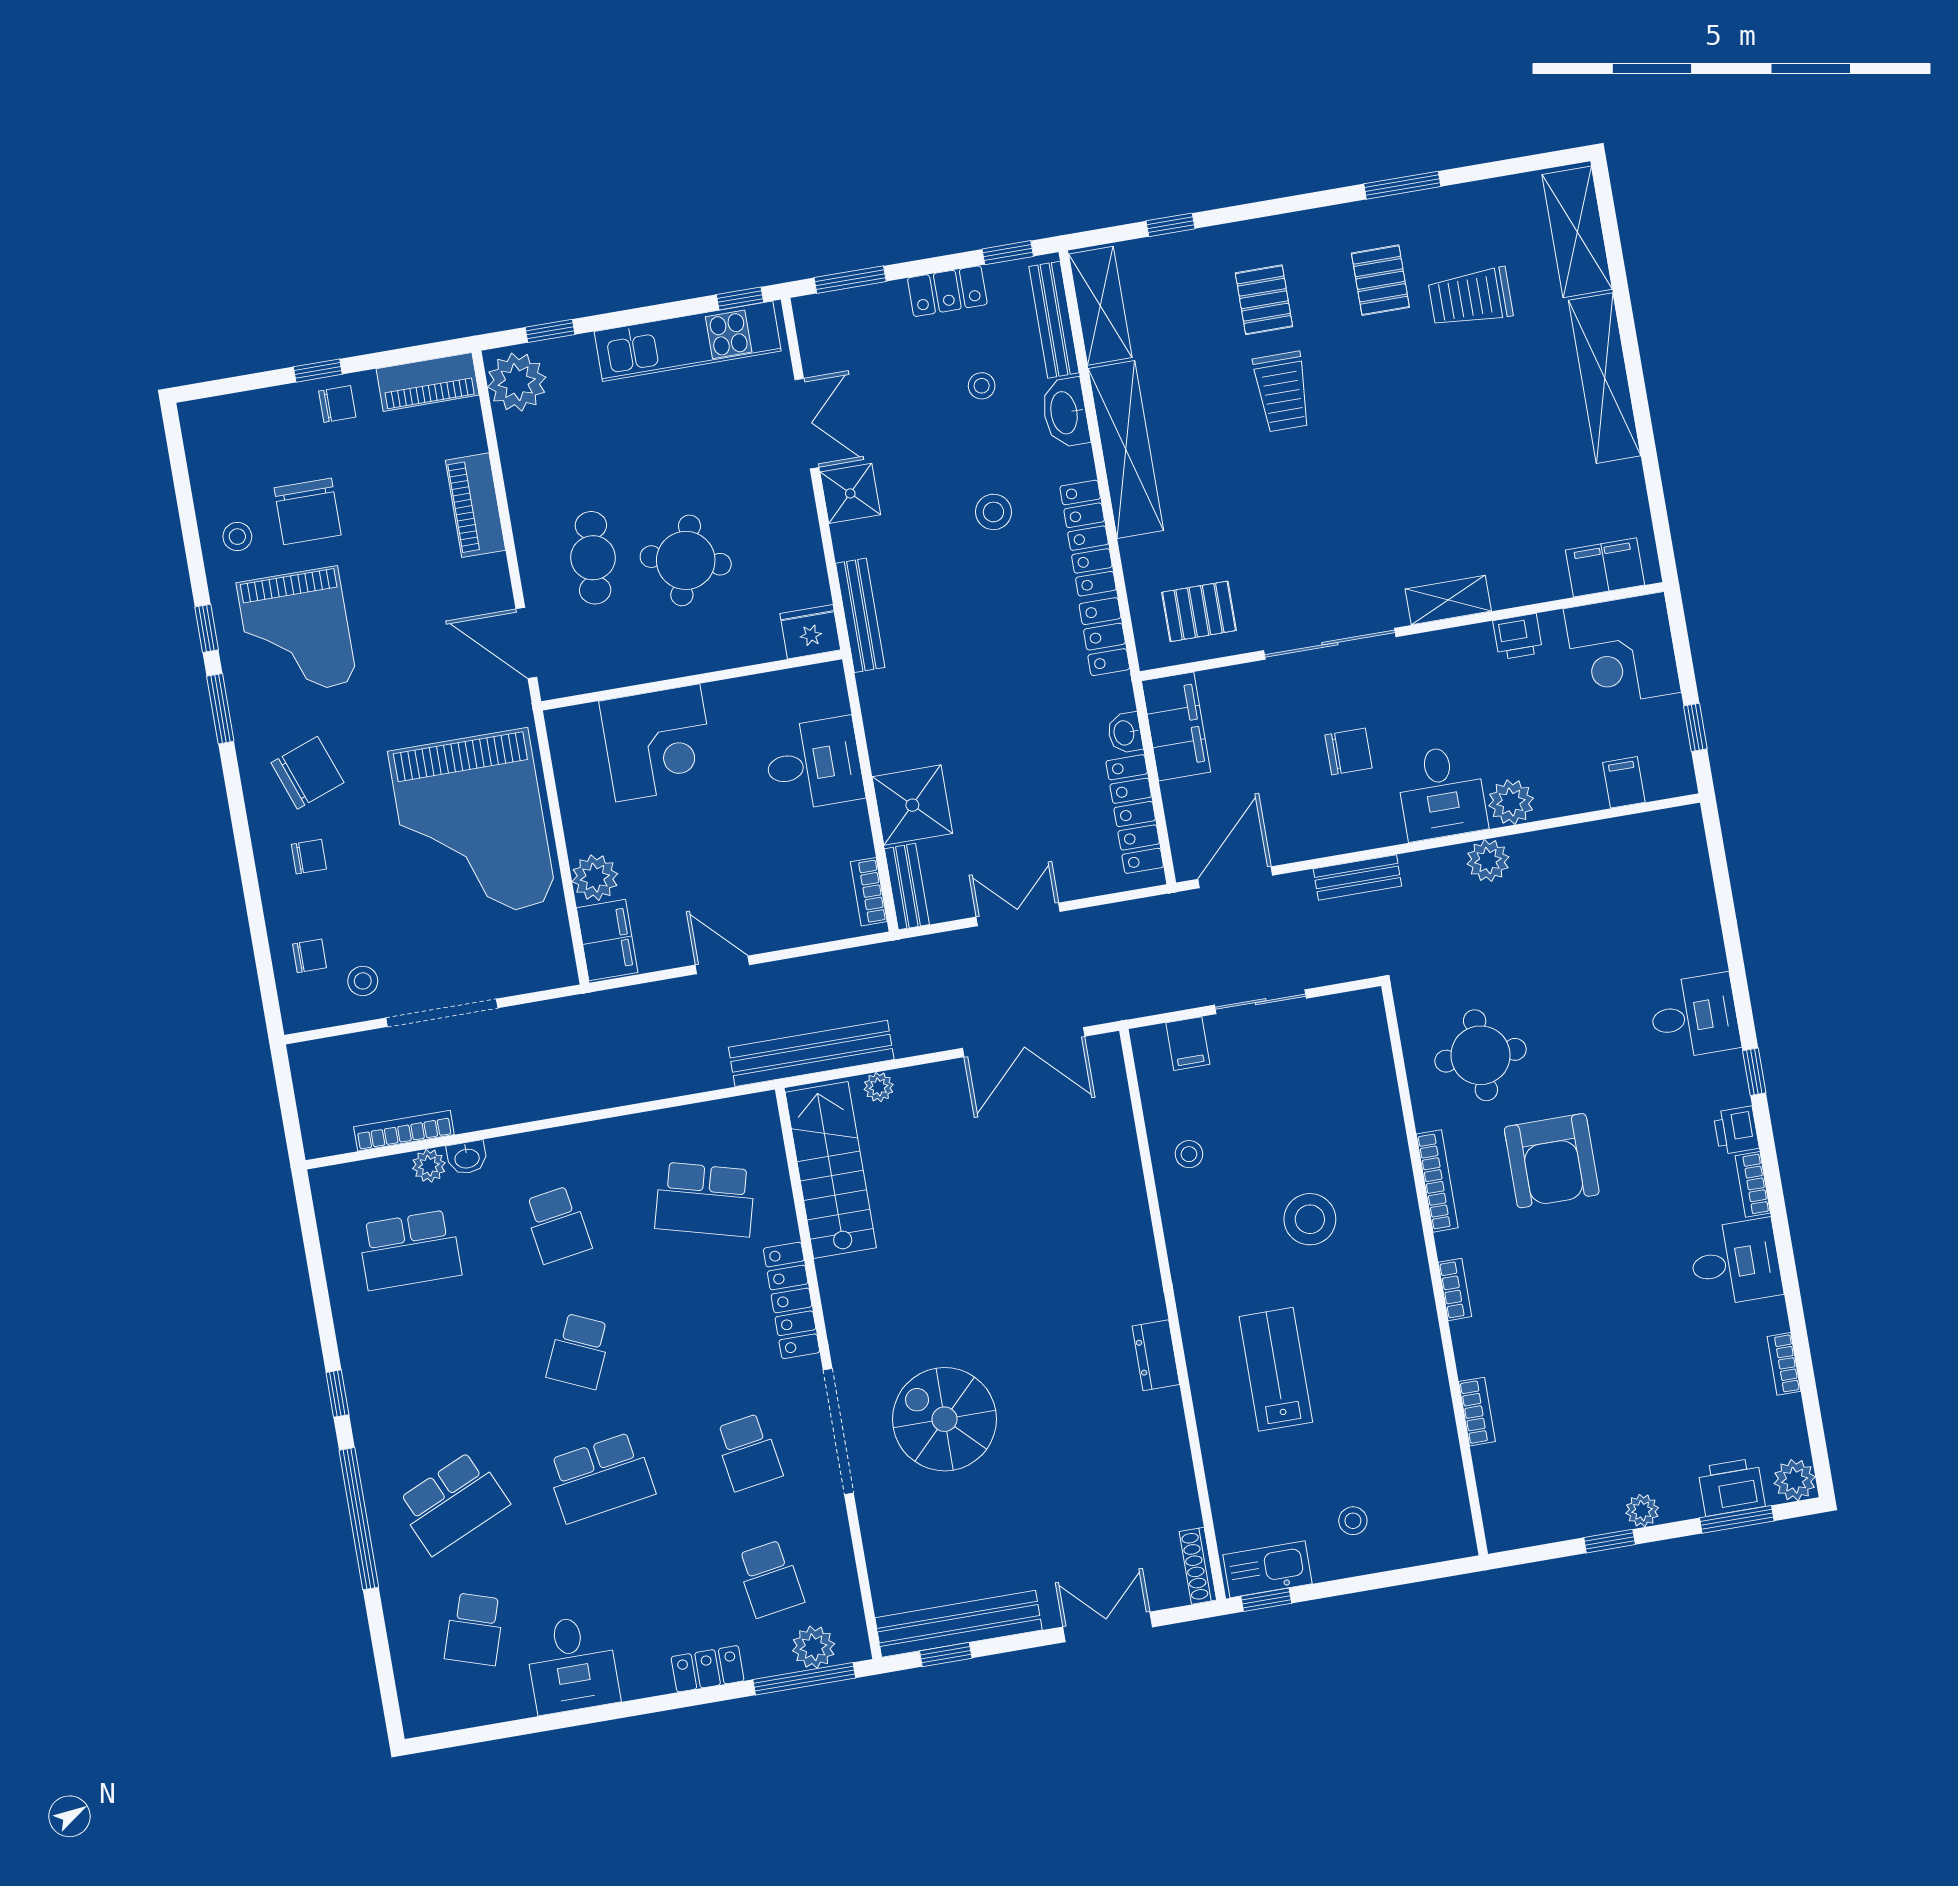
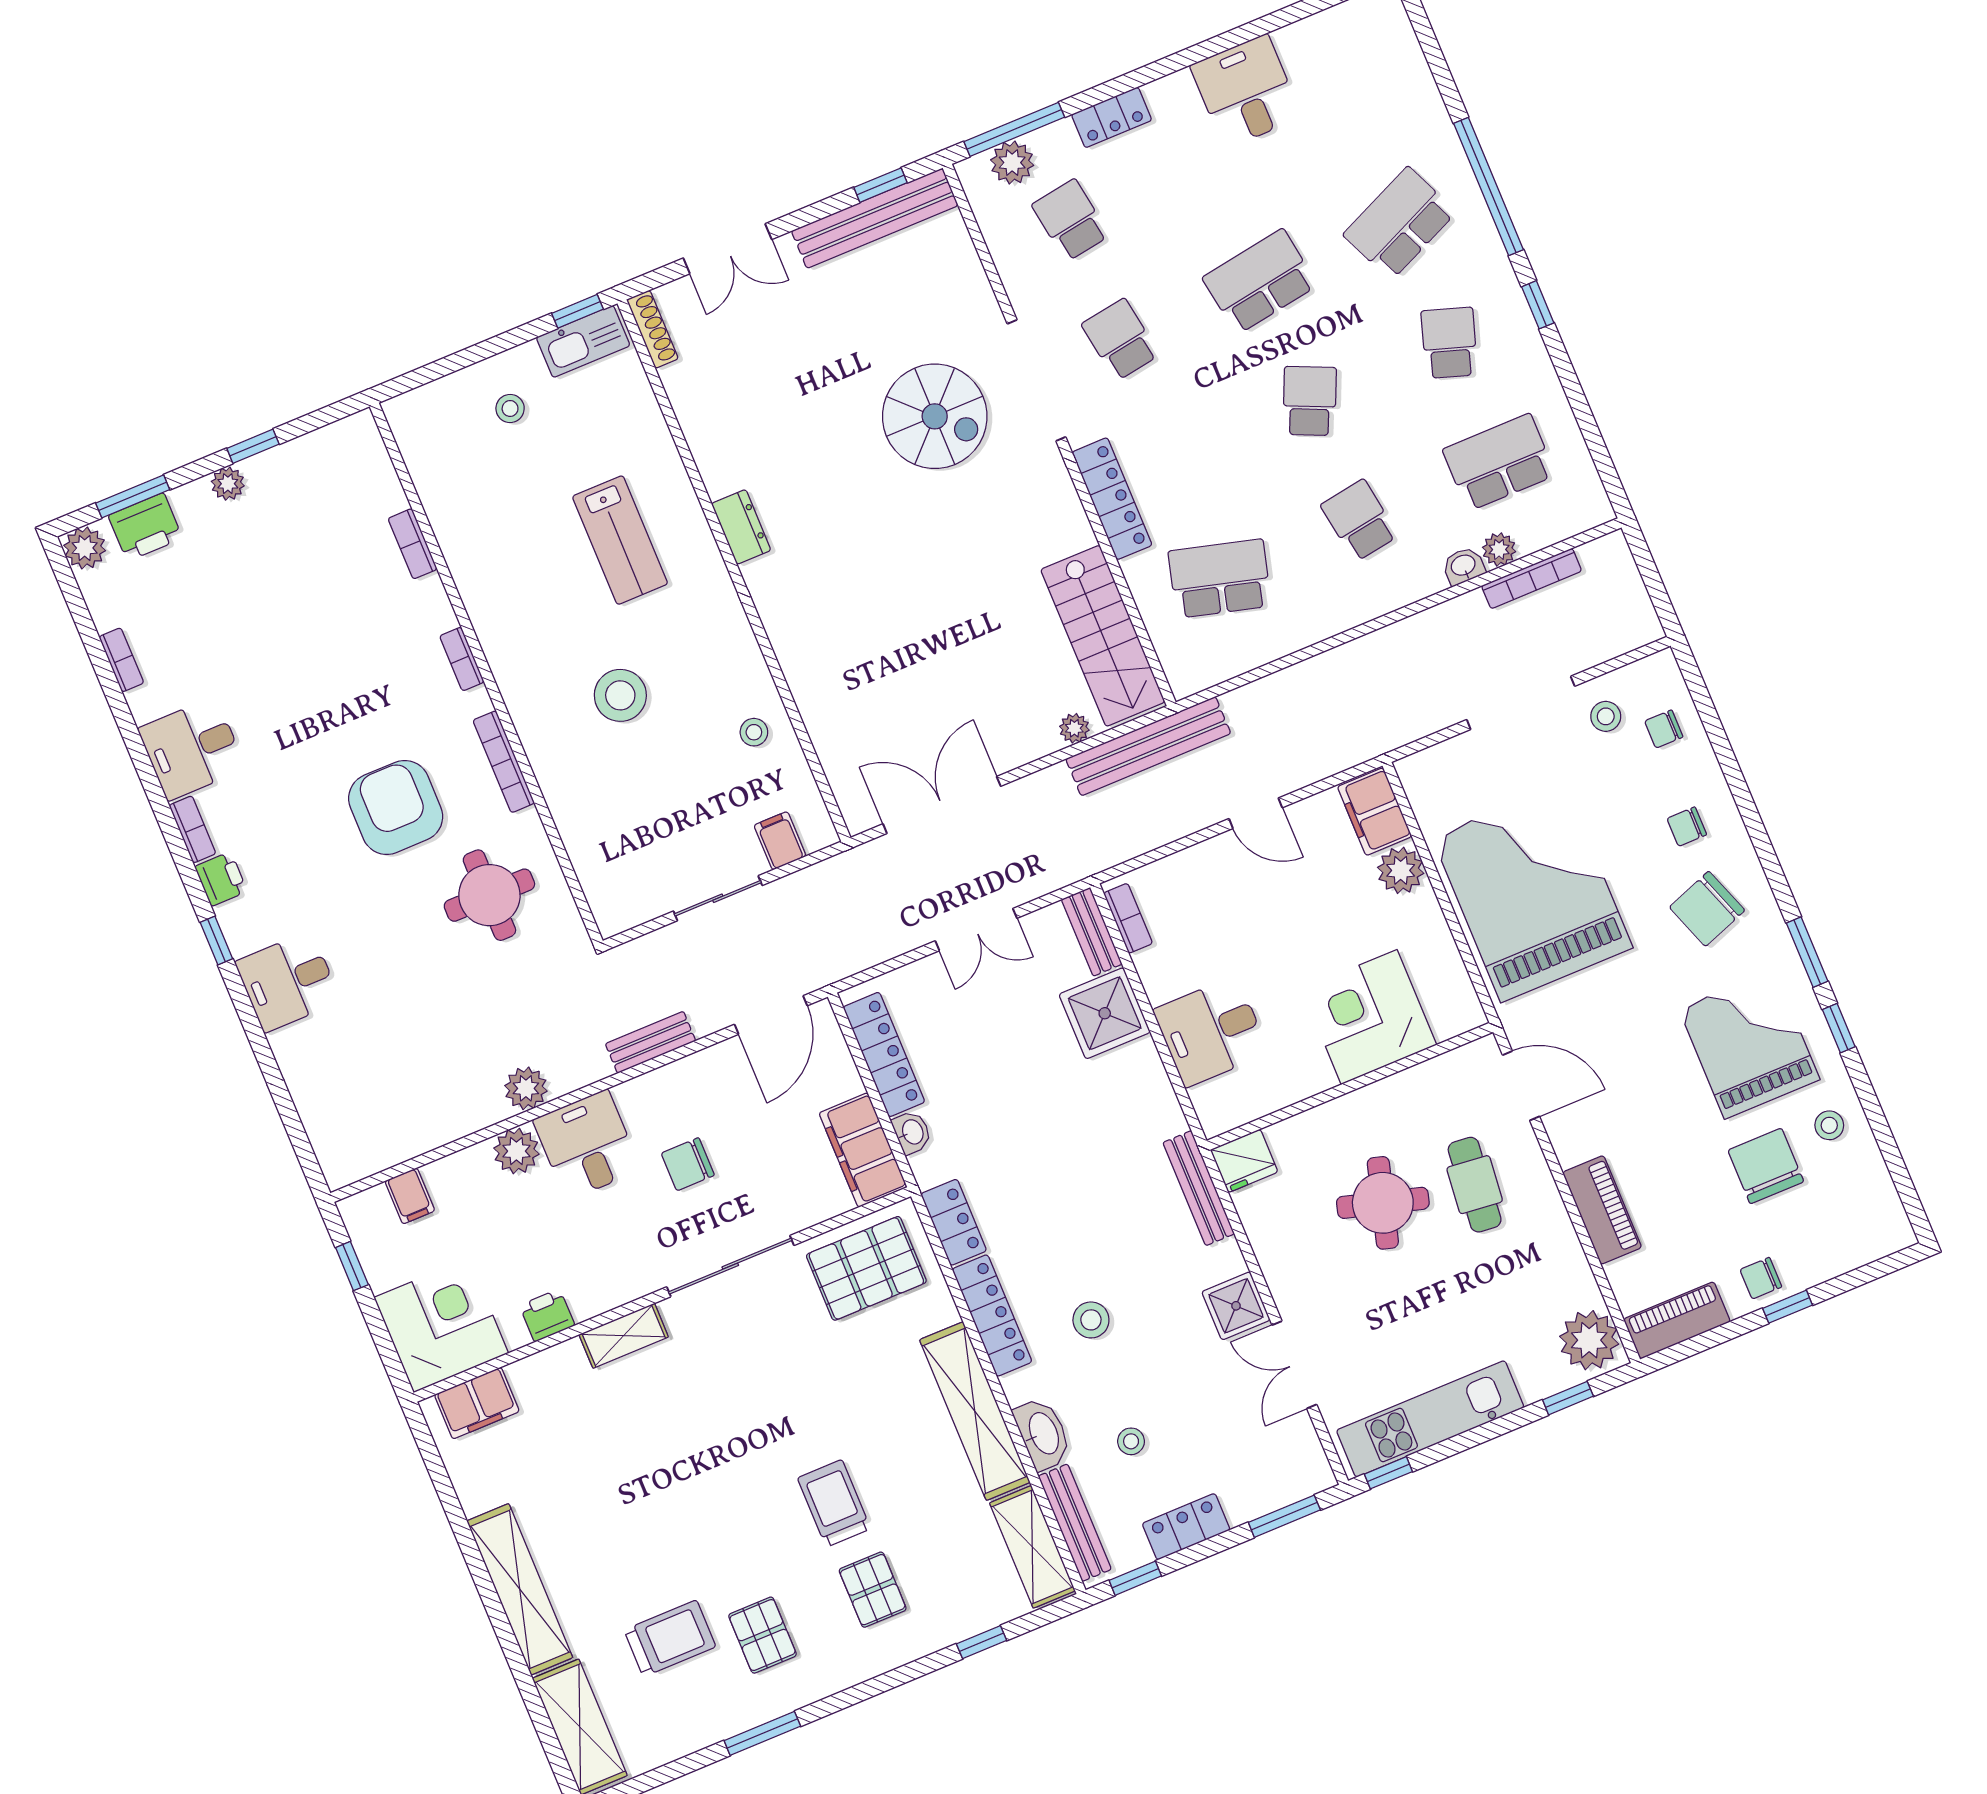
pallet: (1199, 611) -> (866, 1268), width x1.50, depth x1.42
school desk: (474, 1629) -> (1449, 343), moved

